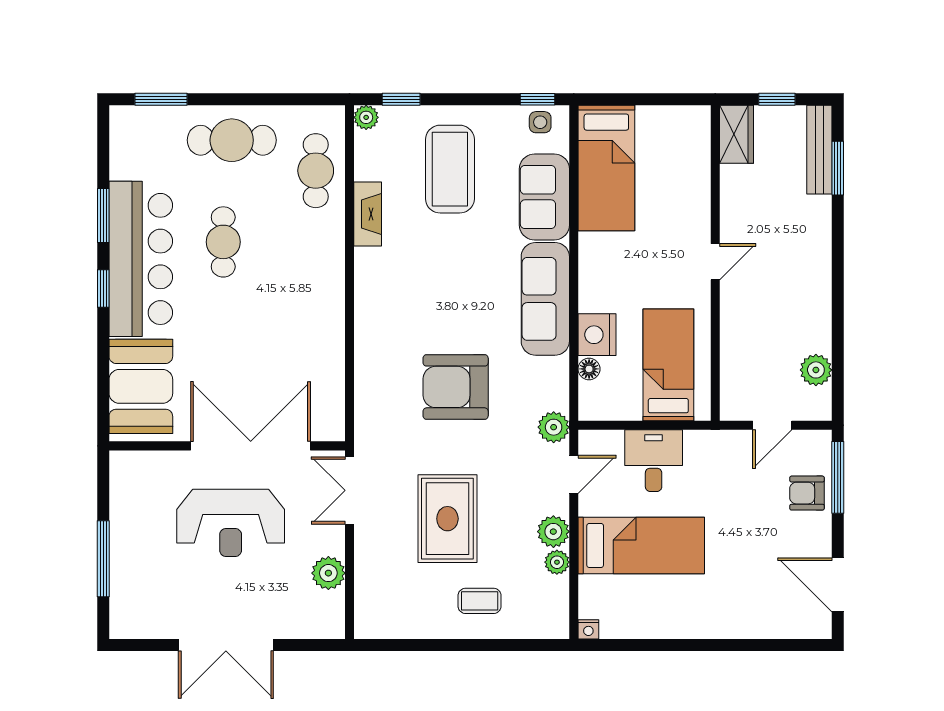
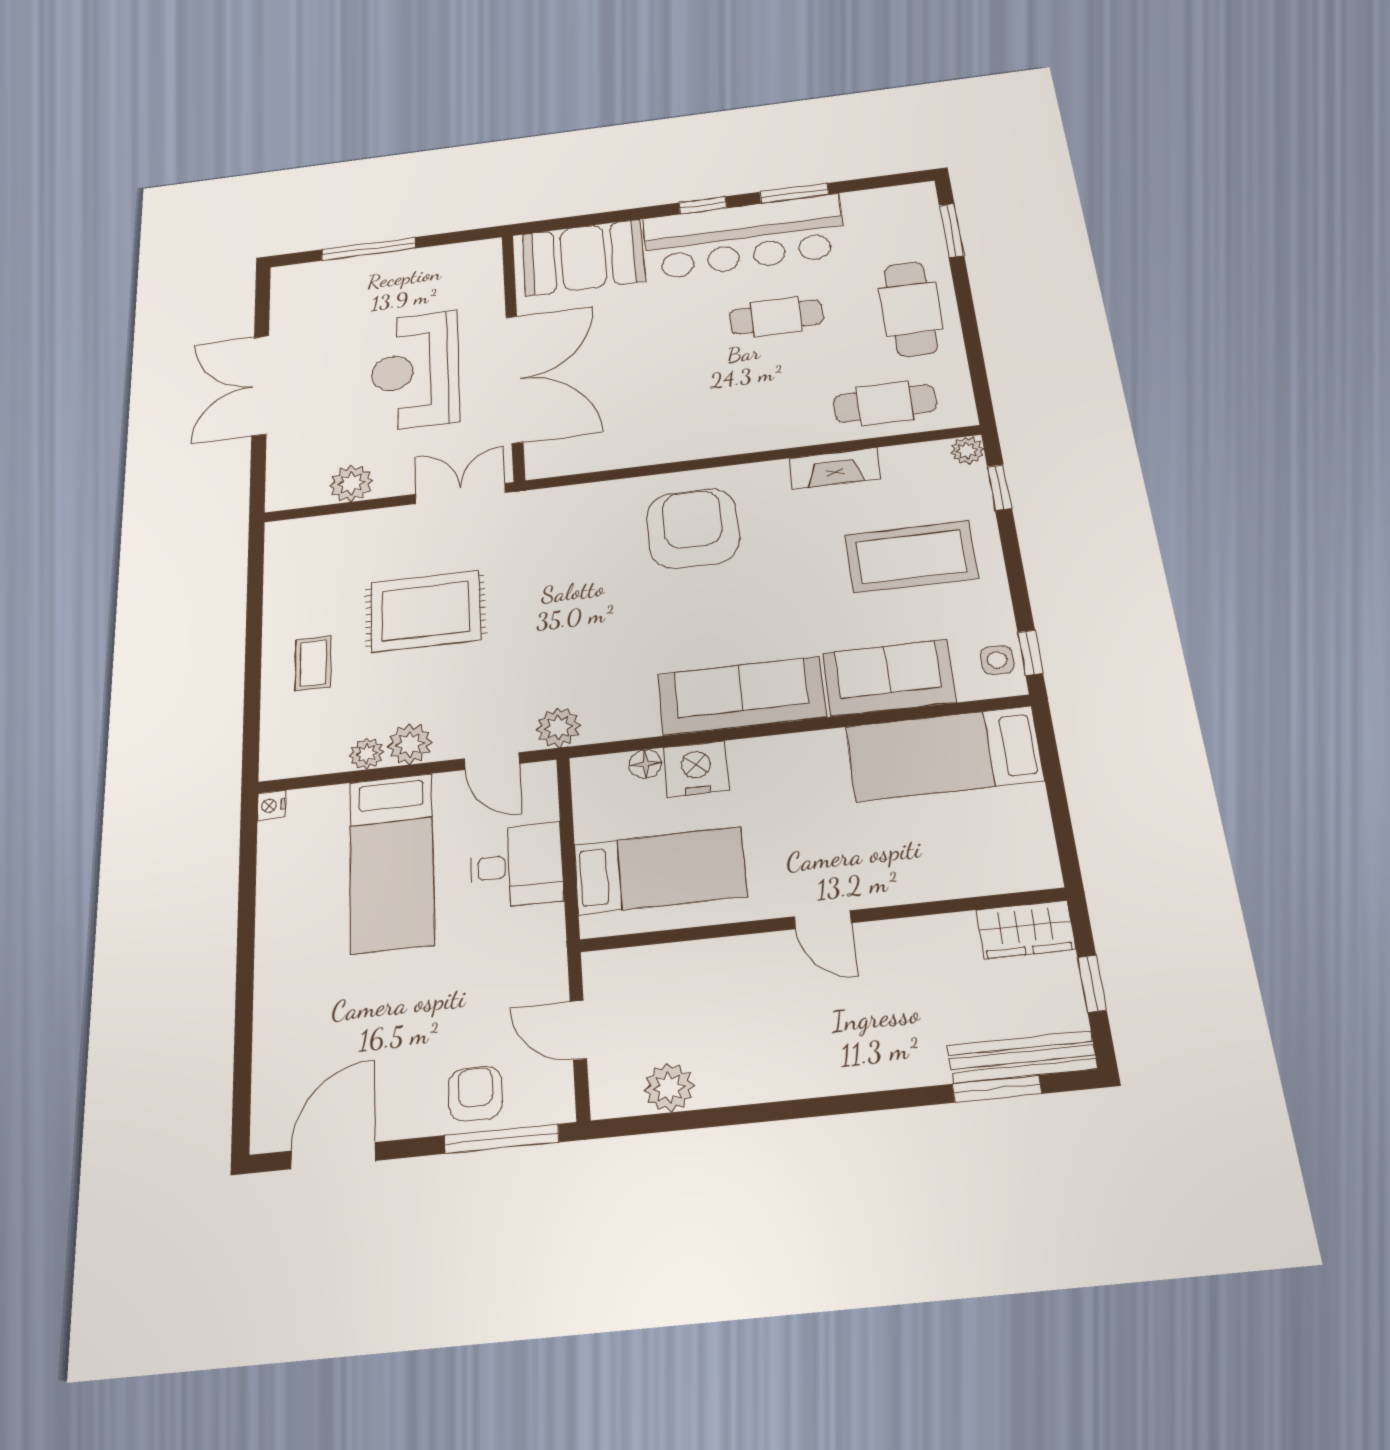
armchair: (456, 387) -> (693, 528), moved

